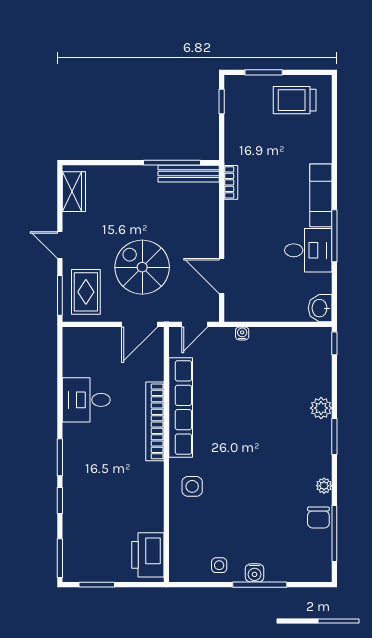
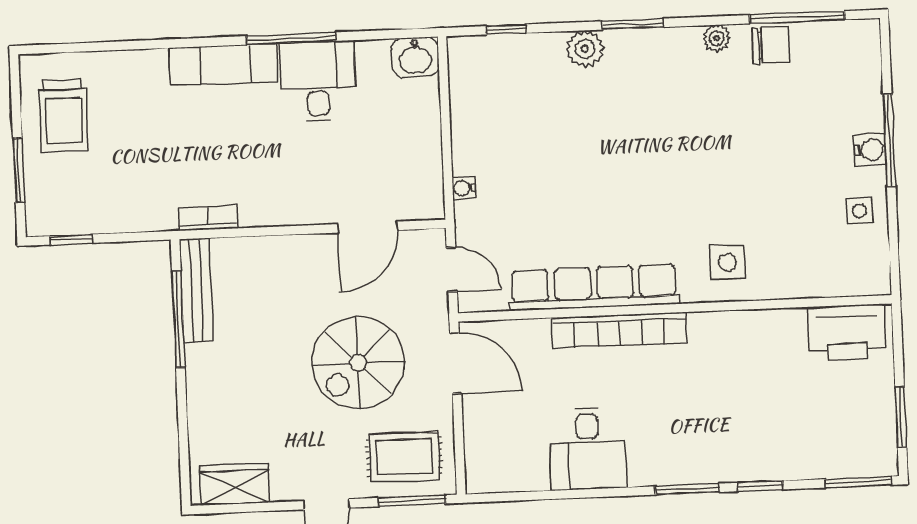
window: (334, 343) -> (506, 29), moved

